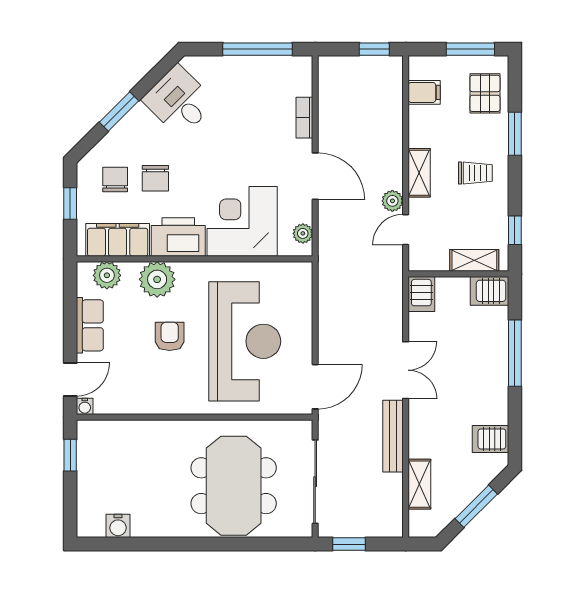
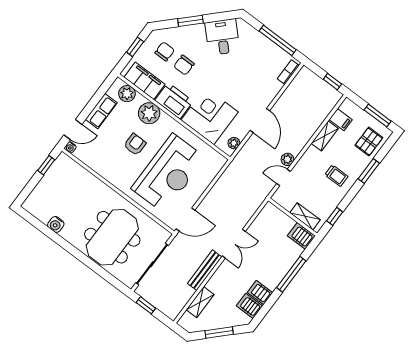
bookcase: (304, 118) -> (288, 72), moved
shelving: (419, 173) -> (325, 136), moved
server rack: (421, 294) -> (260, 293), moved, turned 90
water cooler: (118, 526) -> (56, 224), moved

